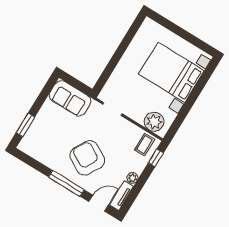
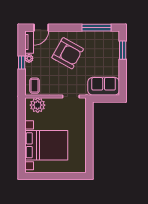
window: (156, 158) -> (22, 62), moved
window: (66, 183) -> (96, 28), moved

